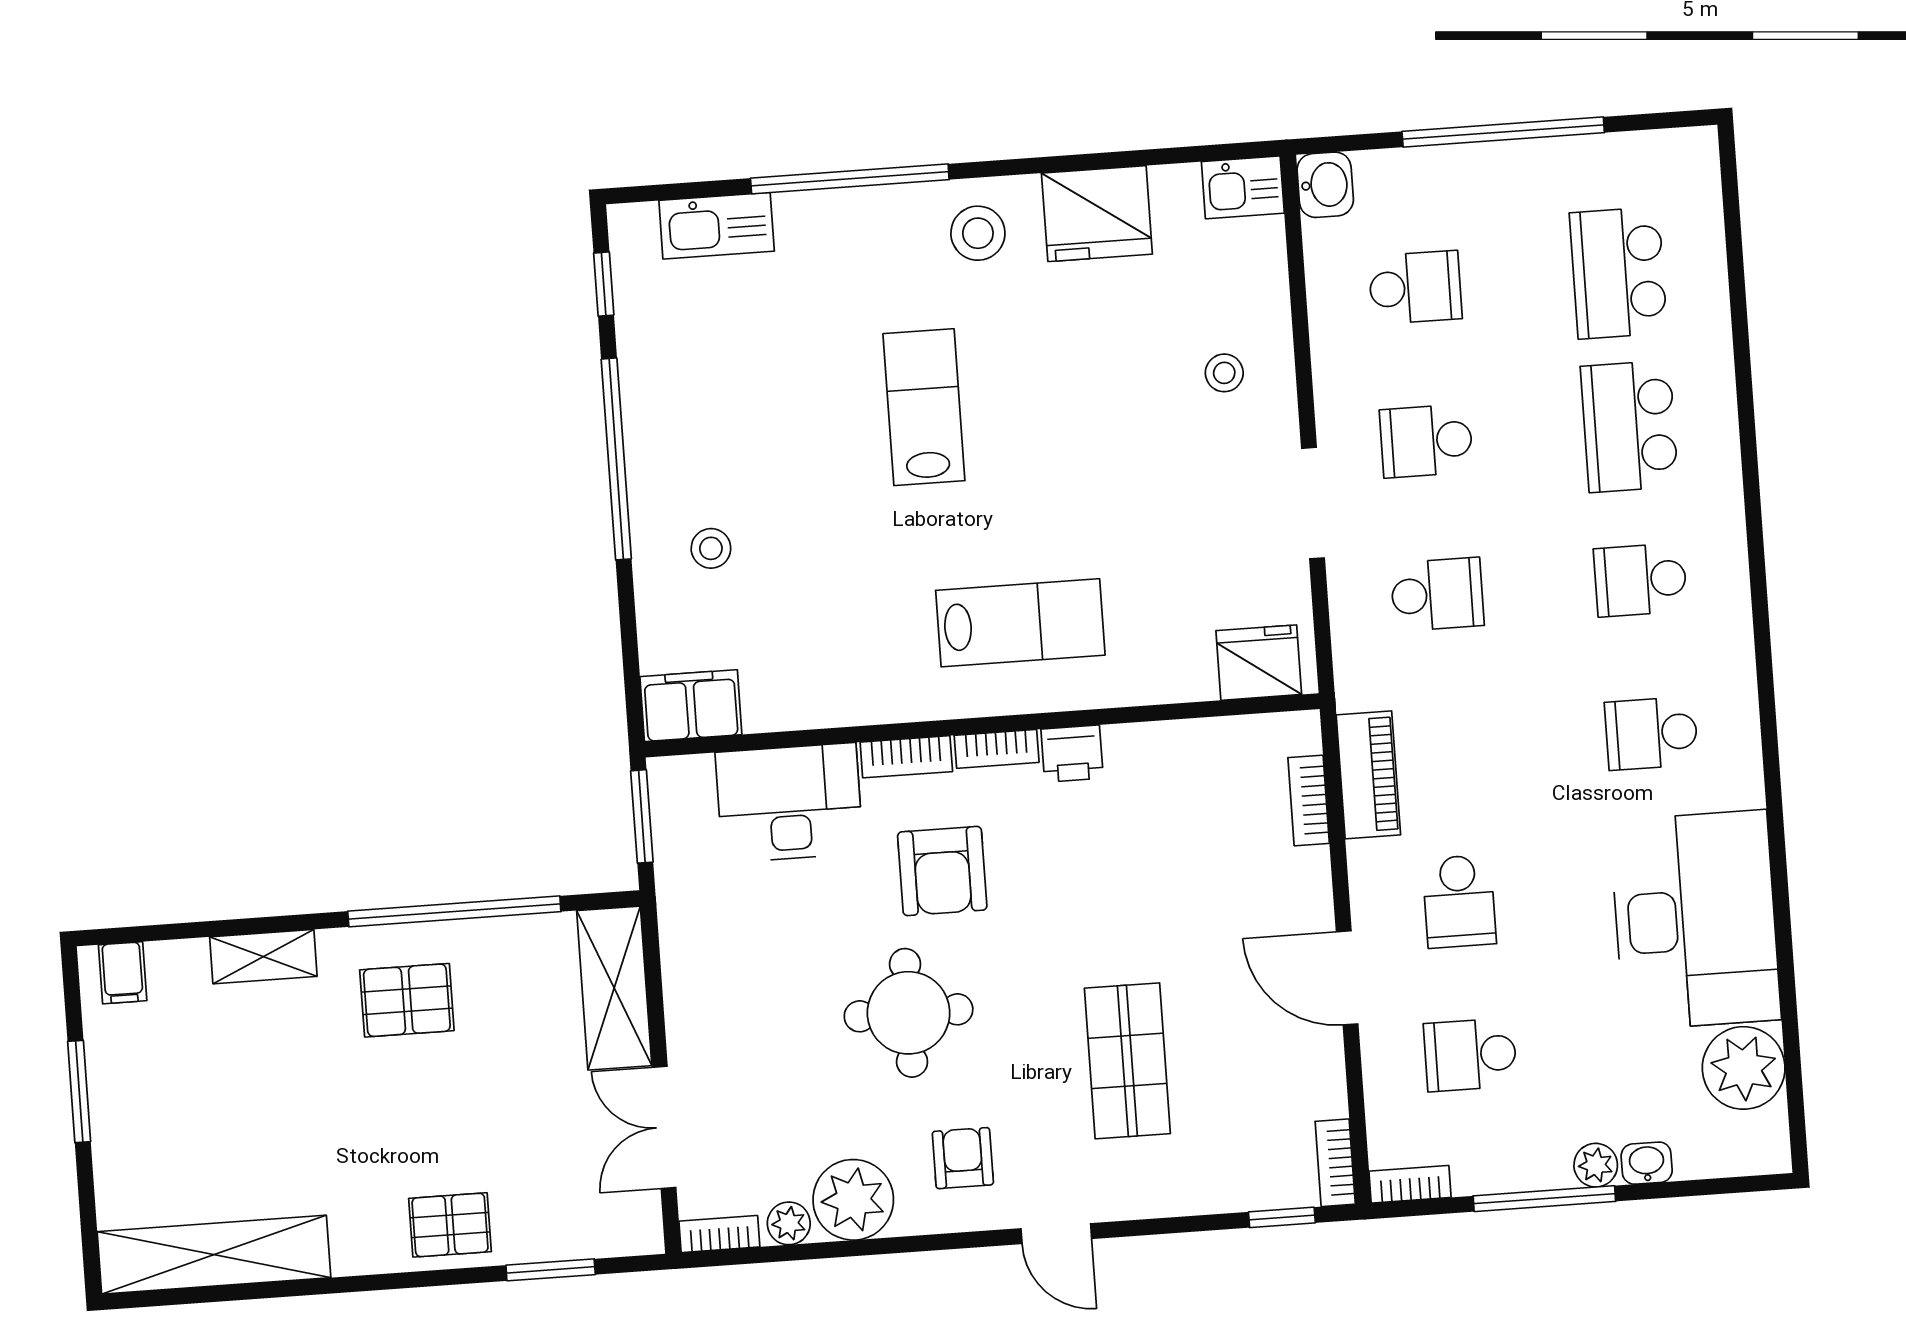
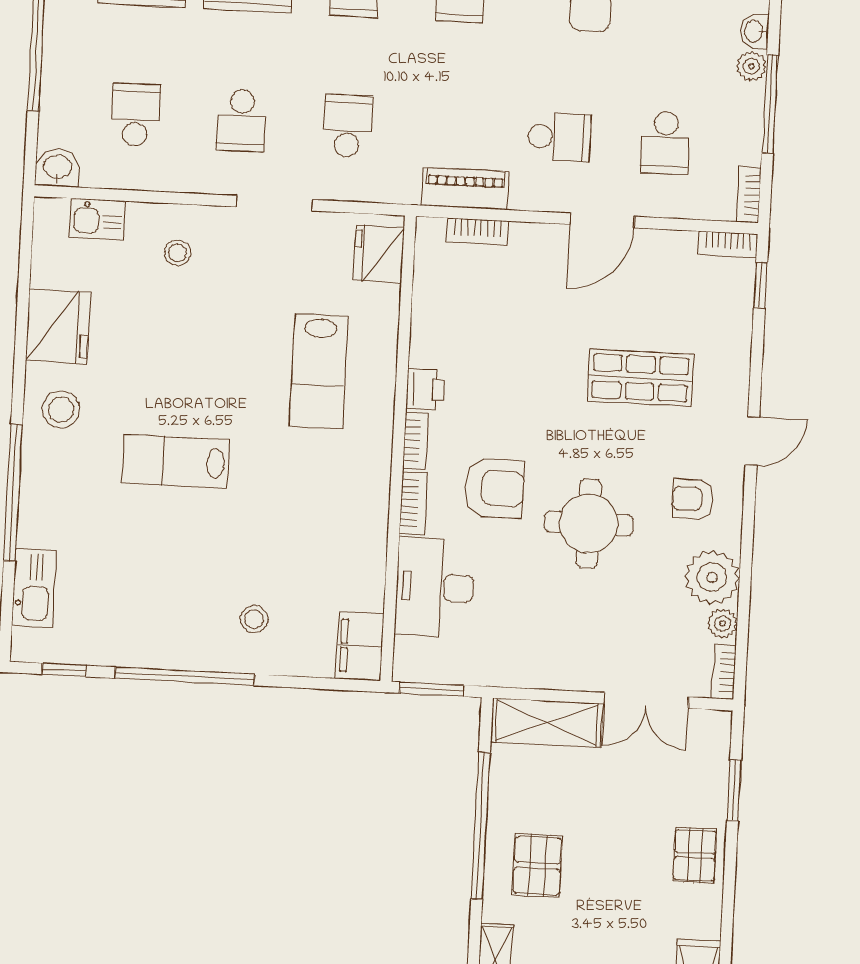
kitchen sink: (1243, 187) -> (97, 219), moved, turned 90
lab bench: (1020, 623) -> (319, 371), moved, turned 180

